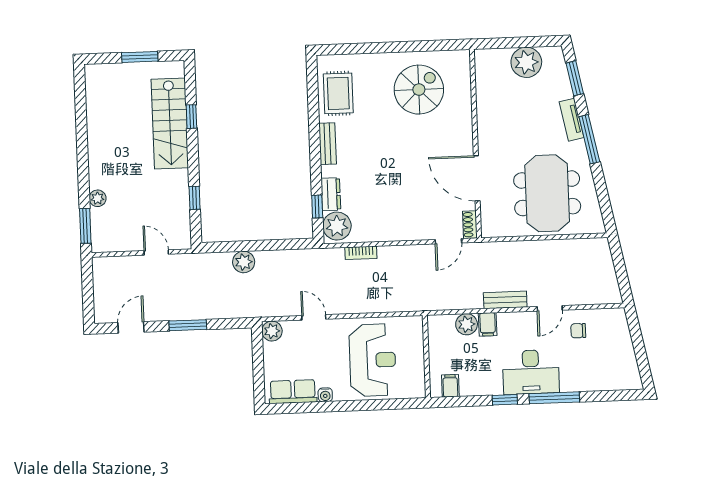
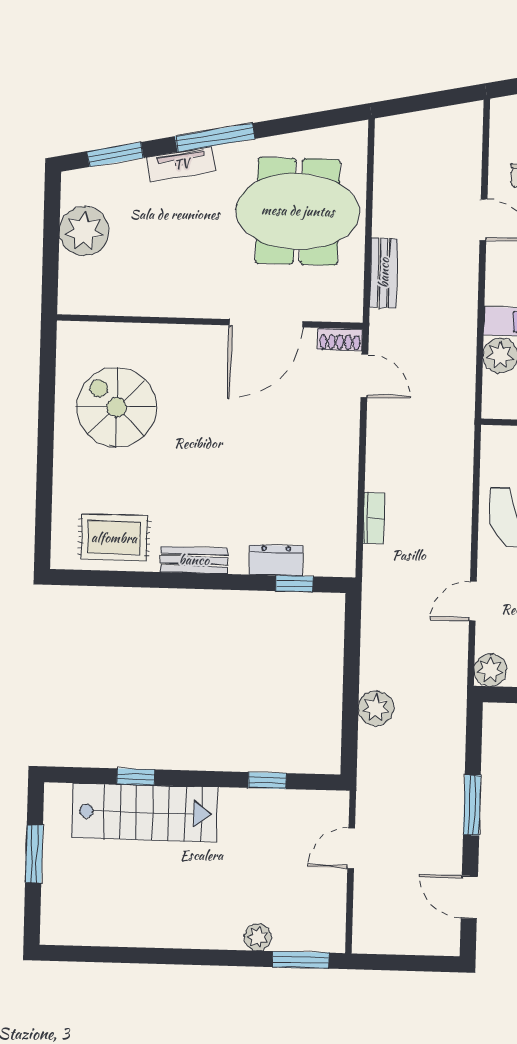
plant: (337, 226) -> (328, 554), removed
bench: (505, 300) -> (384, 273), moved

